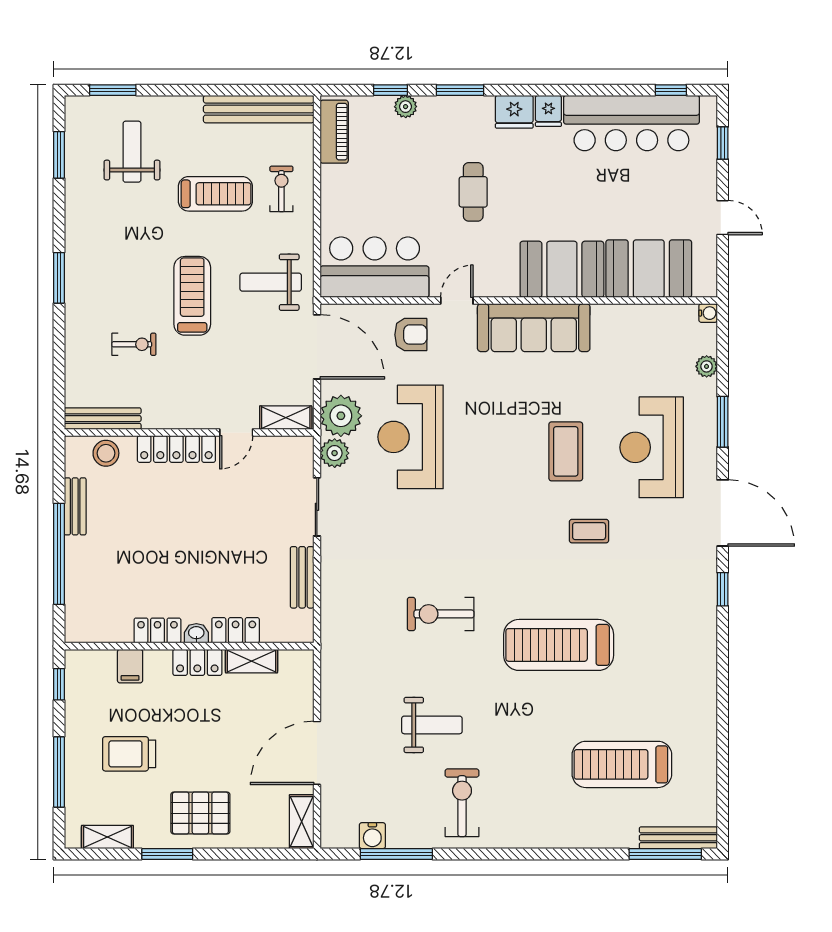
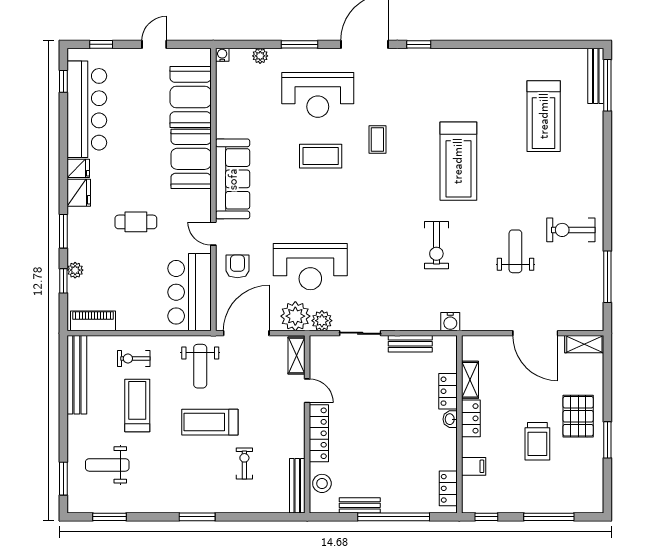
locker: (157, 630) -> (448, 488), moved
trolley: (129, 754) -> (537, 441), moved
water cooler: (372, 836) -> (450, 322), moved, turned 90
shelving: (107, 837) -> (595, 482), removed

